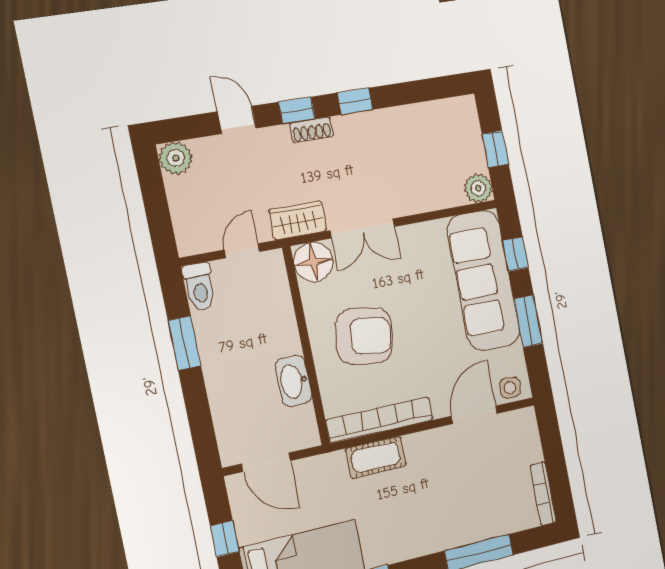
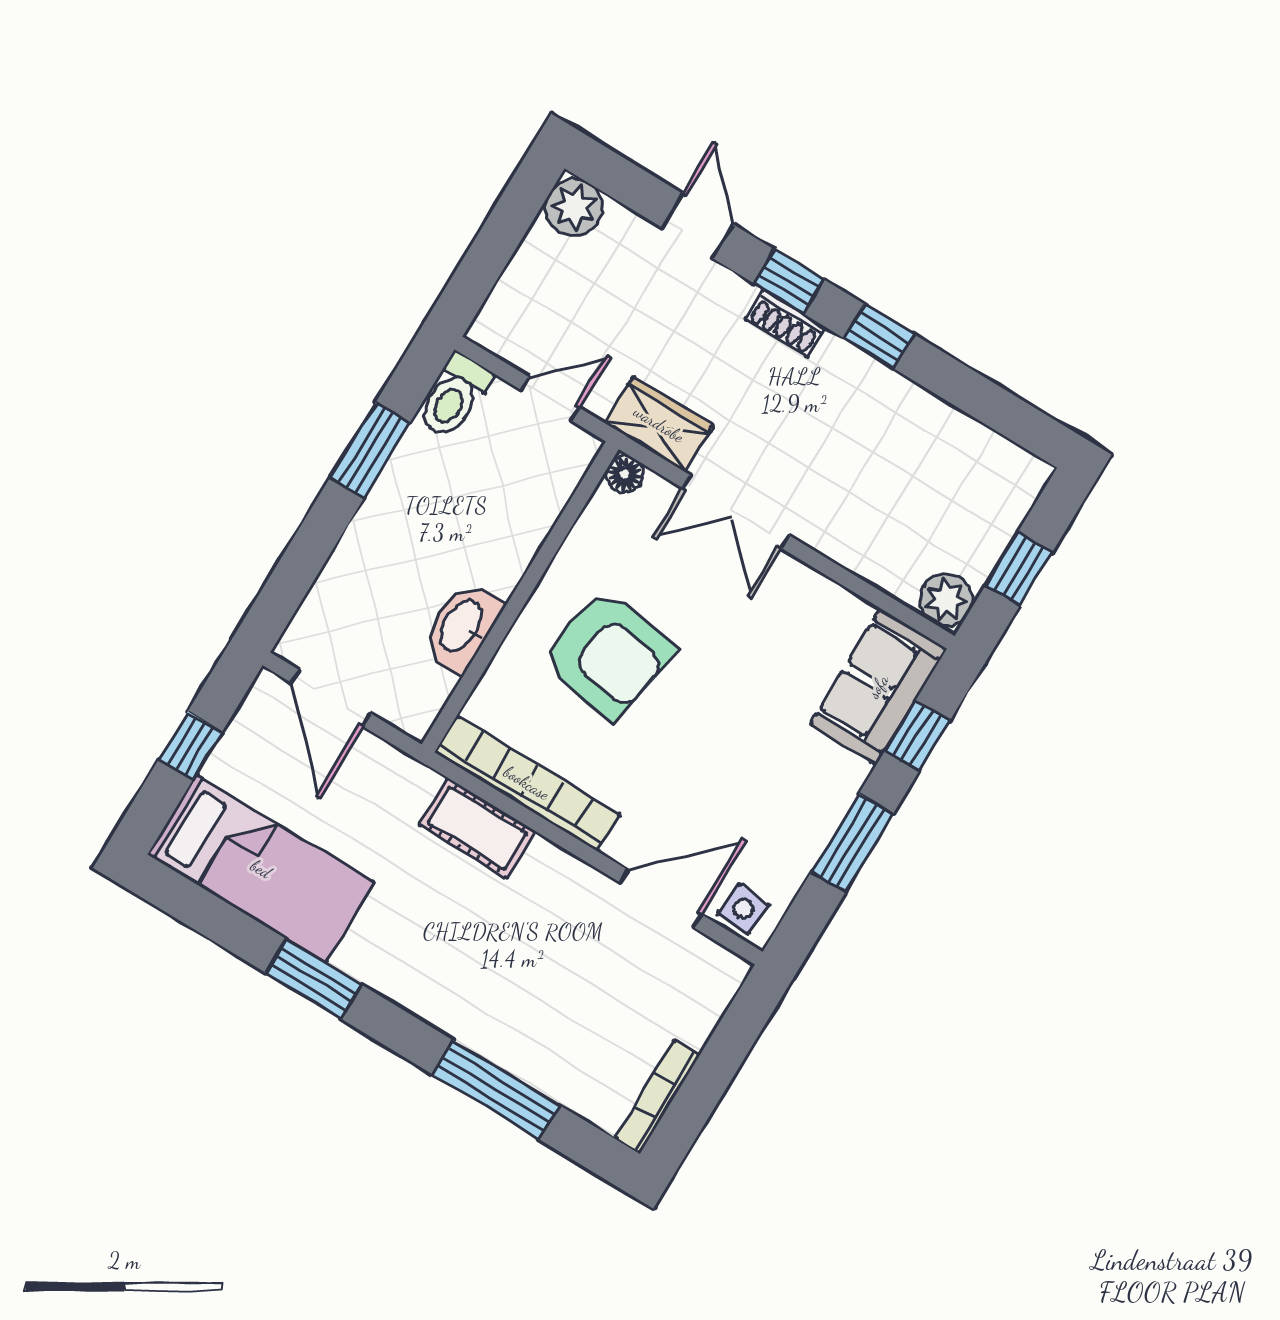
floor lamp: (313, 262) -> (625, 474), width x0.53, depth x0.53
sofa: (483, 281) -> (878, 686), width x0.54, depth x0.79

